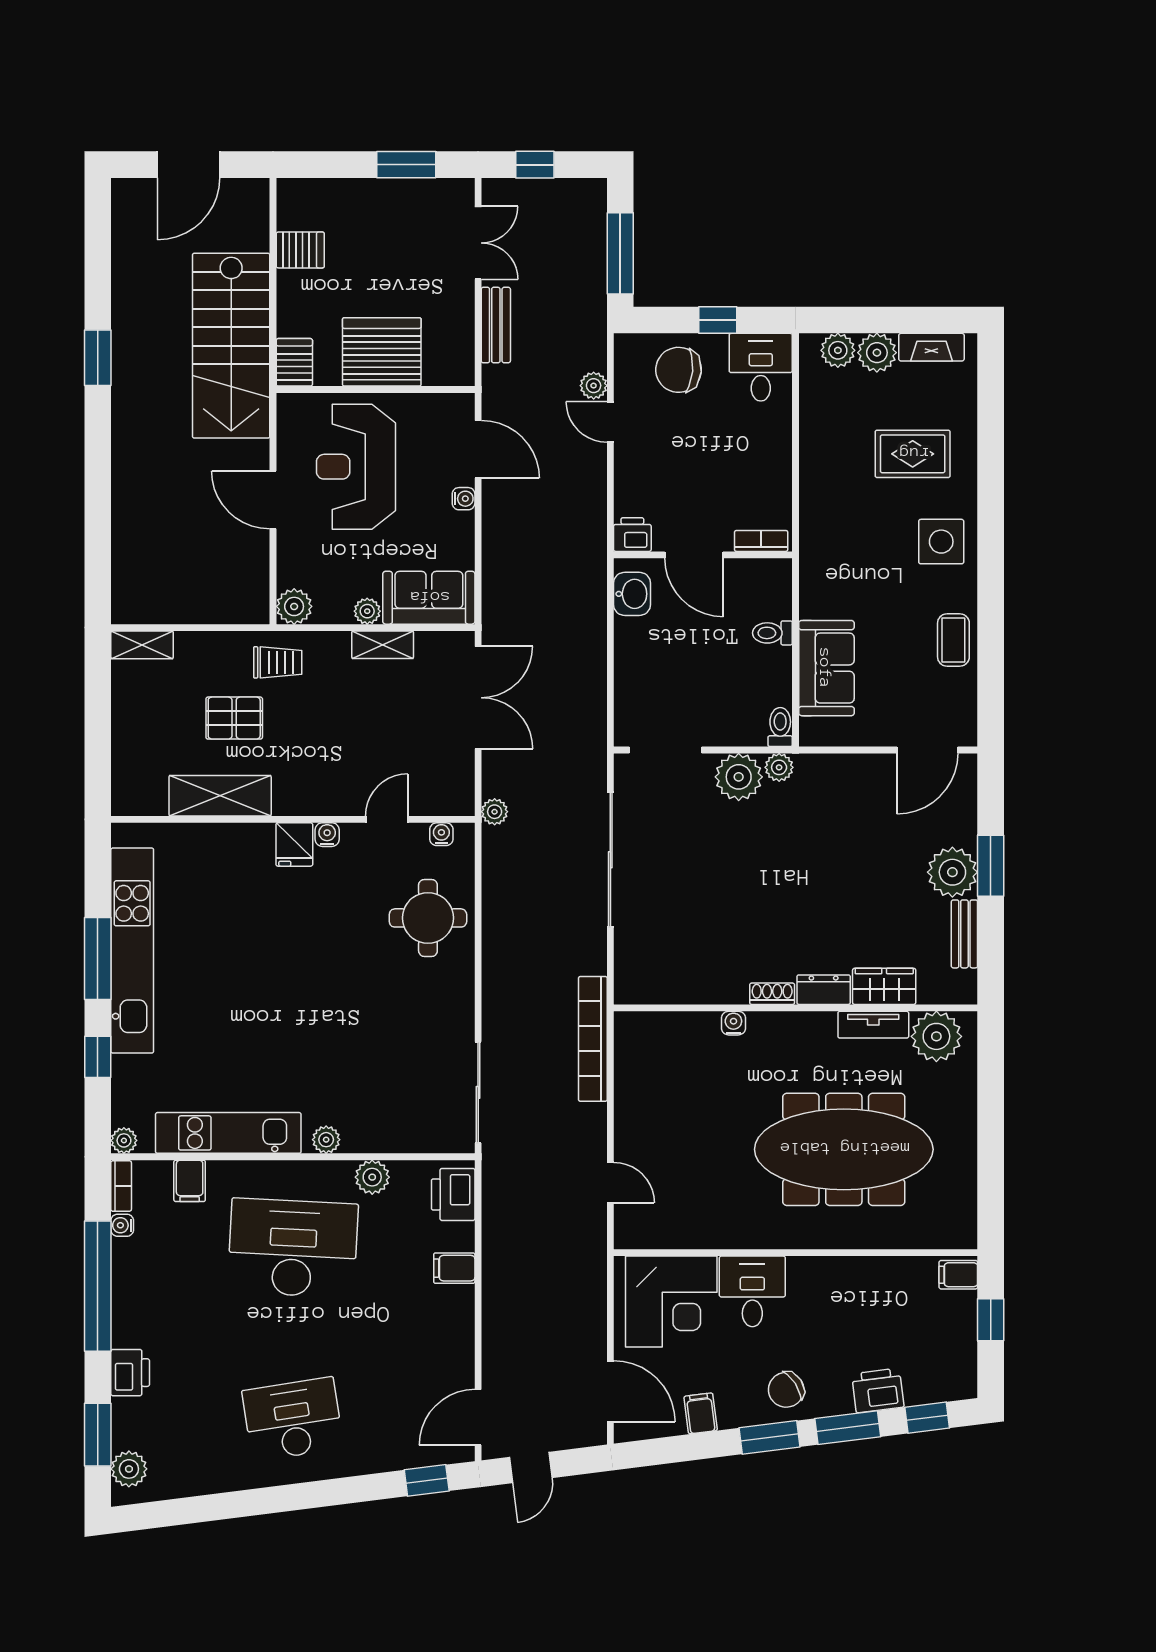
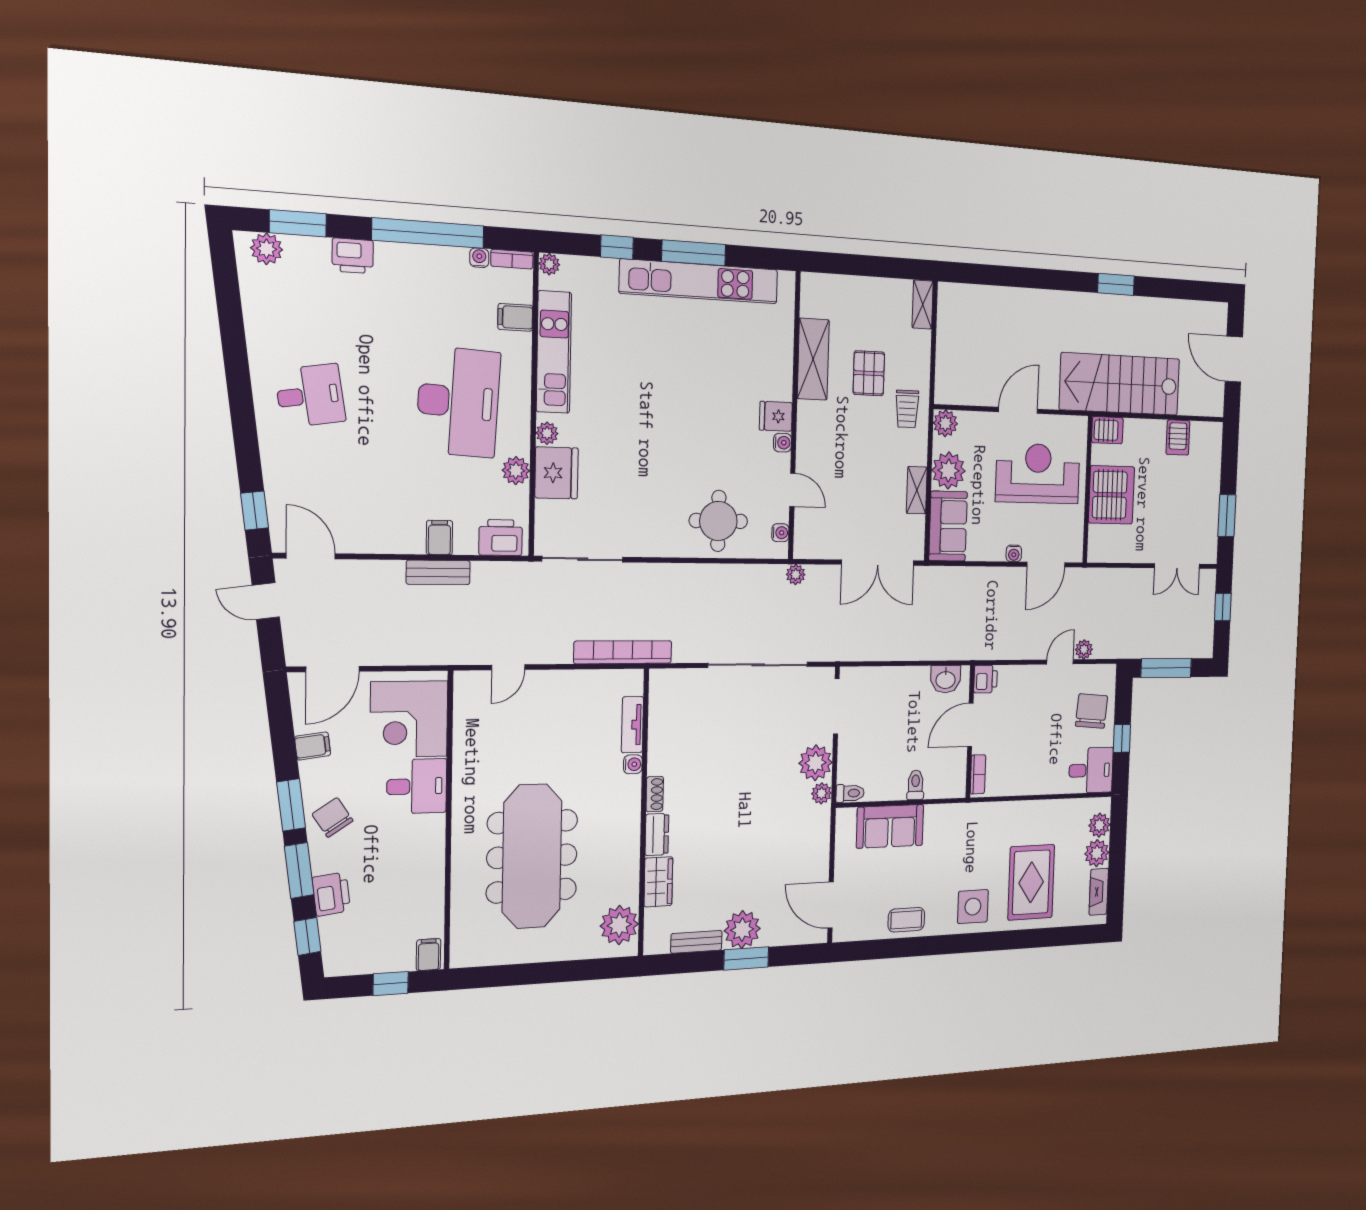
bench: (496, 325) -> (438, 572), moved
rug: (913, 454) -> (1031, 882), width x1.36, depth x1.43
plant: (367, 611) -> (949, 470), width x1.87, depth x1.87
tv unit: (873, 1025) -> (632, 725), moved
fridge: (374, 1127) -> (556, 473), added
desk: (293, 1419) -> (310, 396), width x0.73

